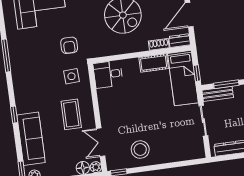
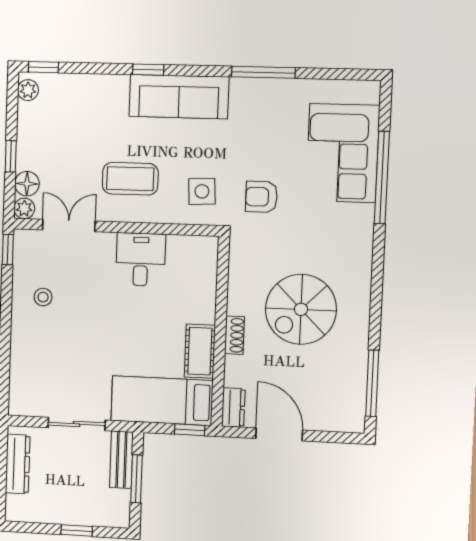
shoe rack: (159, 44) -> (234, 335), moved
window: (197, 73) -> (190, 430), moved
desk: (108, 74) -> (141, 259), moved
sofa: (31, 139) -> (179, 97), moved
stool: (140, 150) -> (43, 297), width x0.53, depth x0.53

